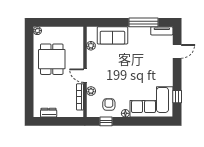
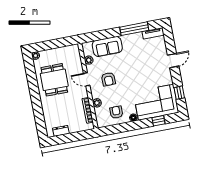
door: (177, 51) -> (173, 61), moved
armchair: (107, 69) -> (108, 79), added
door: (85, 76) -> (87, 79), moved
window: (106, 121) -> (159, 121), moved

